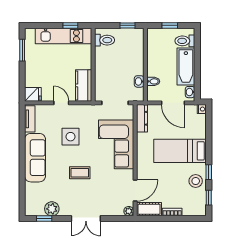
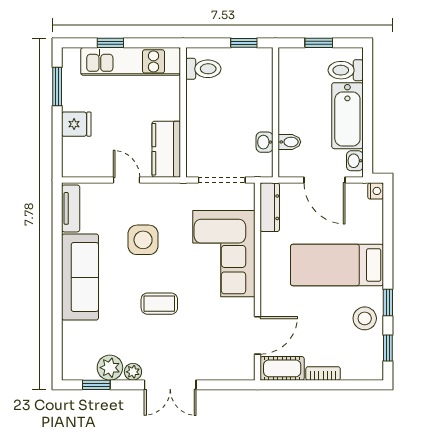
window: (70, 25) -> (110, 43), moved
fridge: (33, 94) -> (76, 124), moved
plant: (129, 211) -> (133, 372), moved

